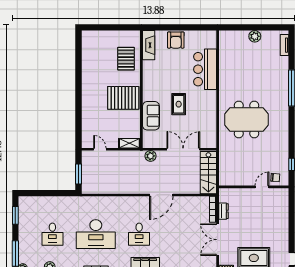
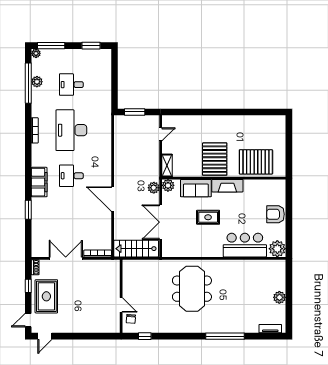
plant: (208, 38) -> (277, 249), added
fireplace: (149, 45) -> (227, 186), moved
pallet: (126, 59) -> (256, 162), width x1.37, depth x1.41
plant: (148, 142) -> (168, 185), added
double door: (183, 149) -> (161, 222), swing flipped
dresser: (223, 211) -> (96, 264), removed

